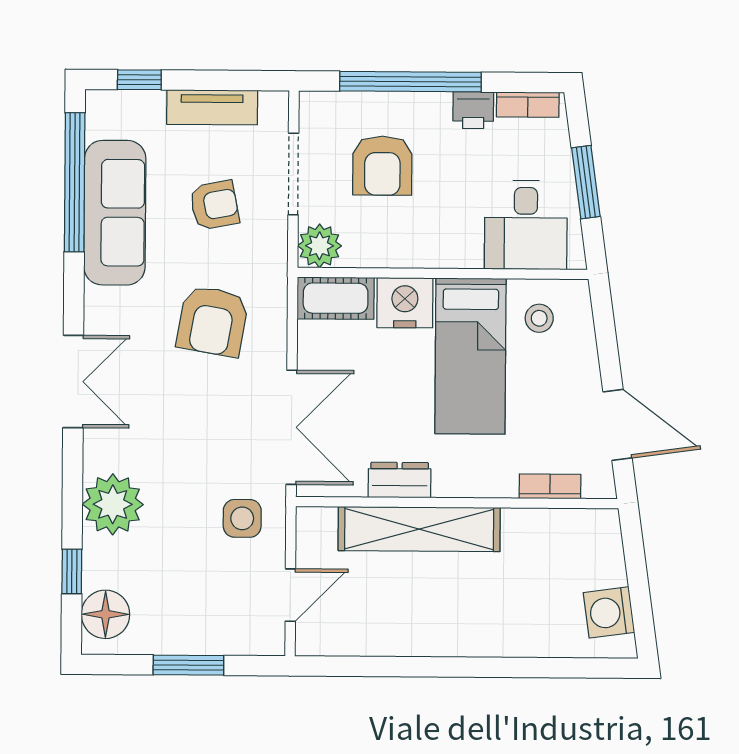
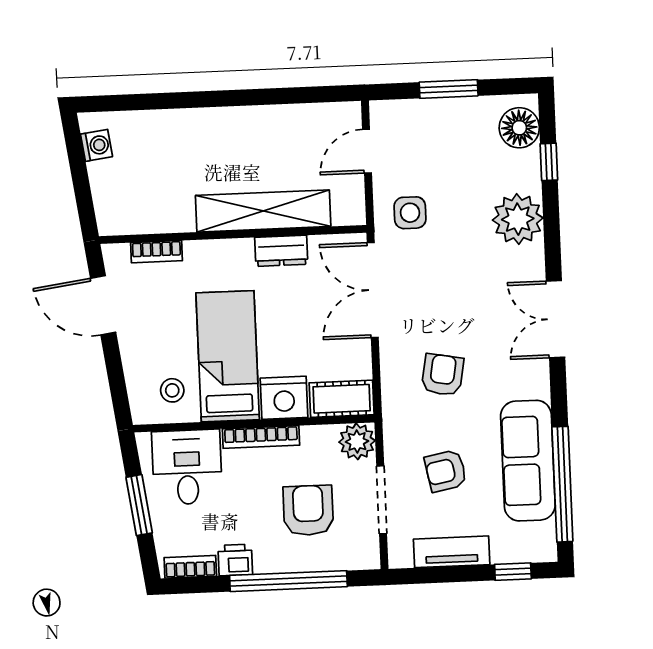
bookcase: (435, 257) -> (261, 437), added
armchair: (213, 321) -> (443, 375), width x0.72, depth x0.72
washing machine: (609, 612) -> (97, 145), width x0.73, depth x0.73

